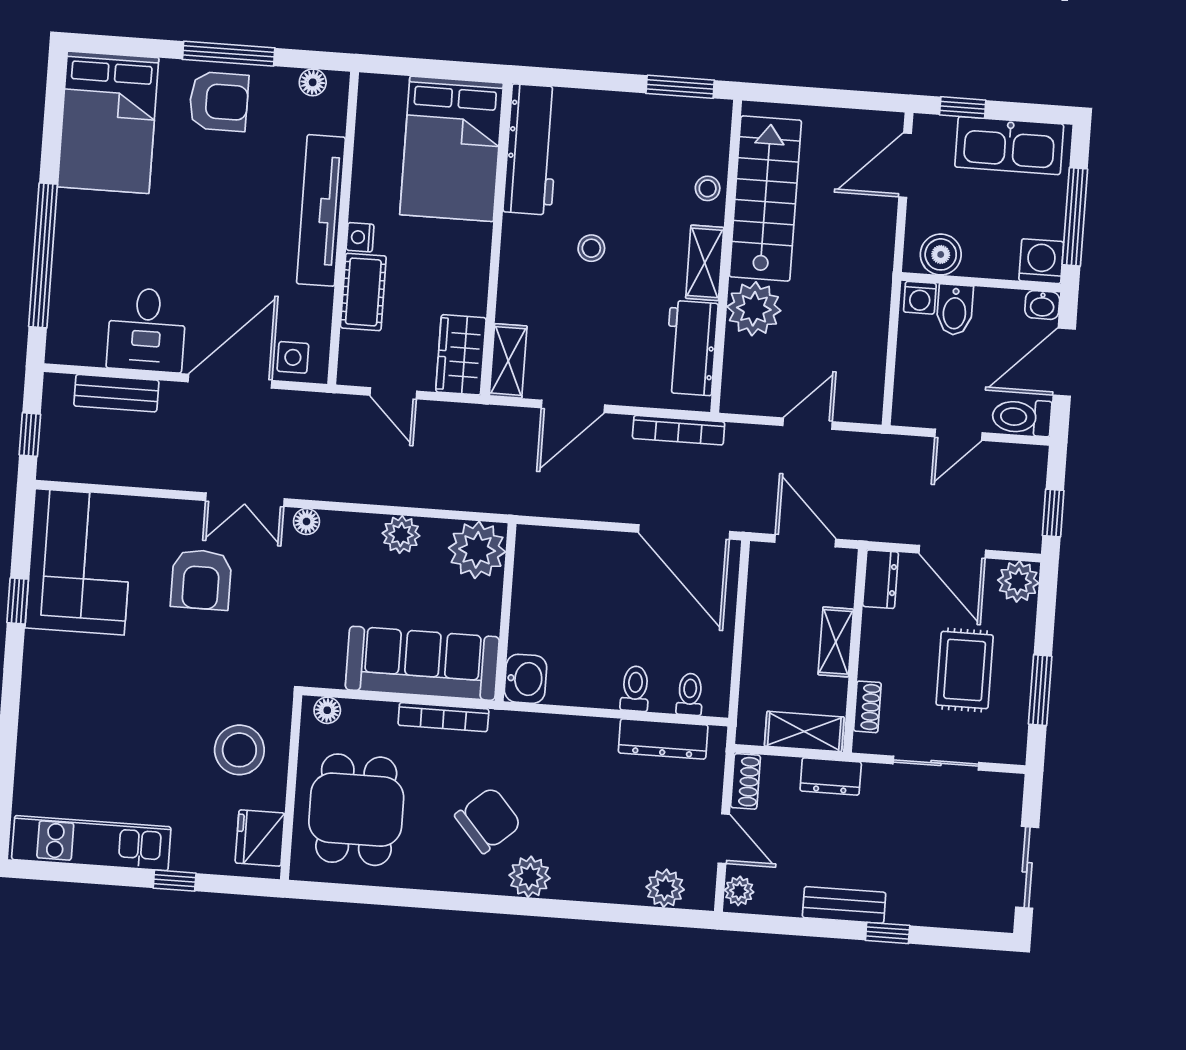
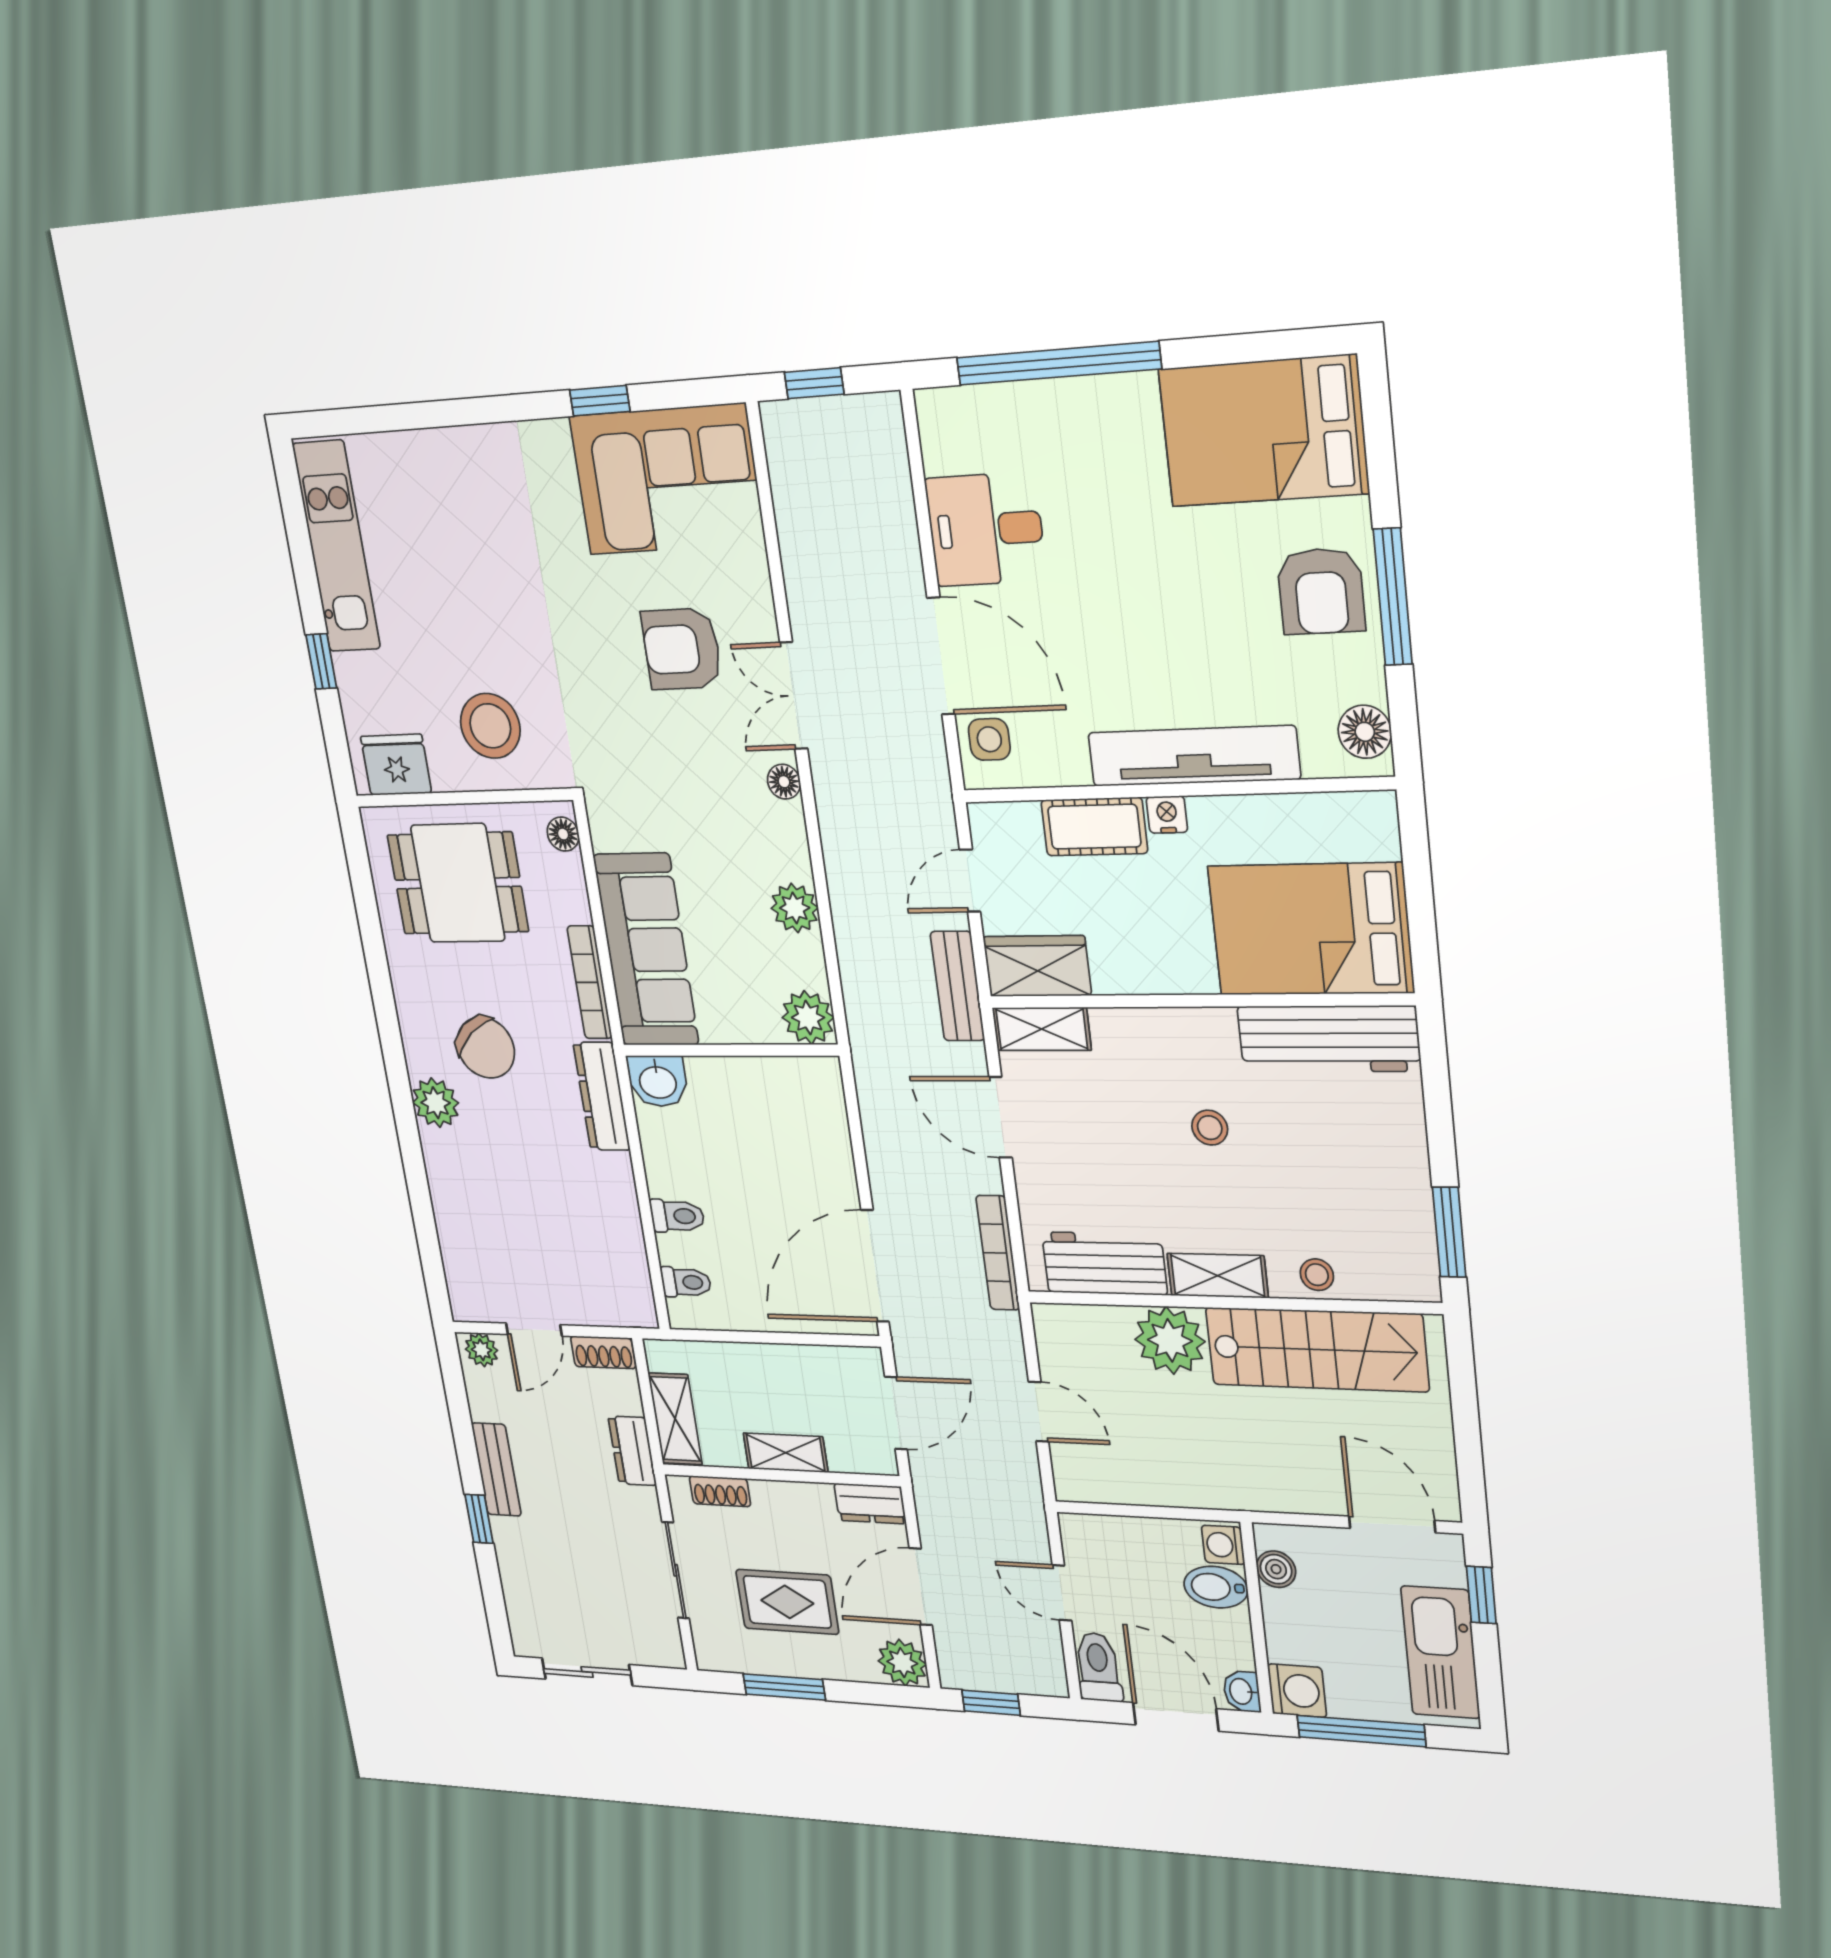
floor lamp: (313, 82) -> (1365, 732), width x1.37, depth x1.37
boiler: (941, 254) -> (1276, 1569), width x0.73, depth x0.73
bench: (116, 393) -> (957, 986), moved
plant: (477, 550) -> (808, 1018), width x0.73, depth x0.73
dresser: (663, 739) -> (602, 1096), moved
plant: (665, 888) -> (463, 1264), removed

